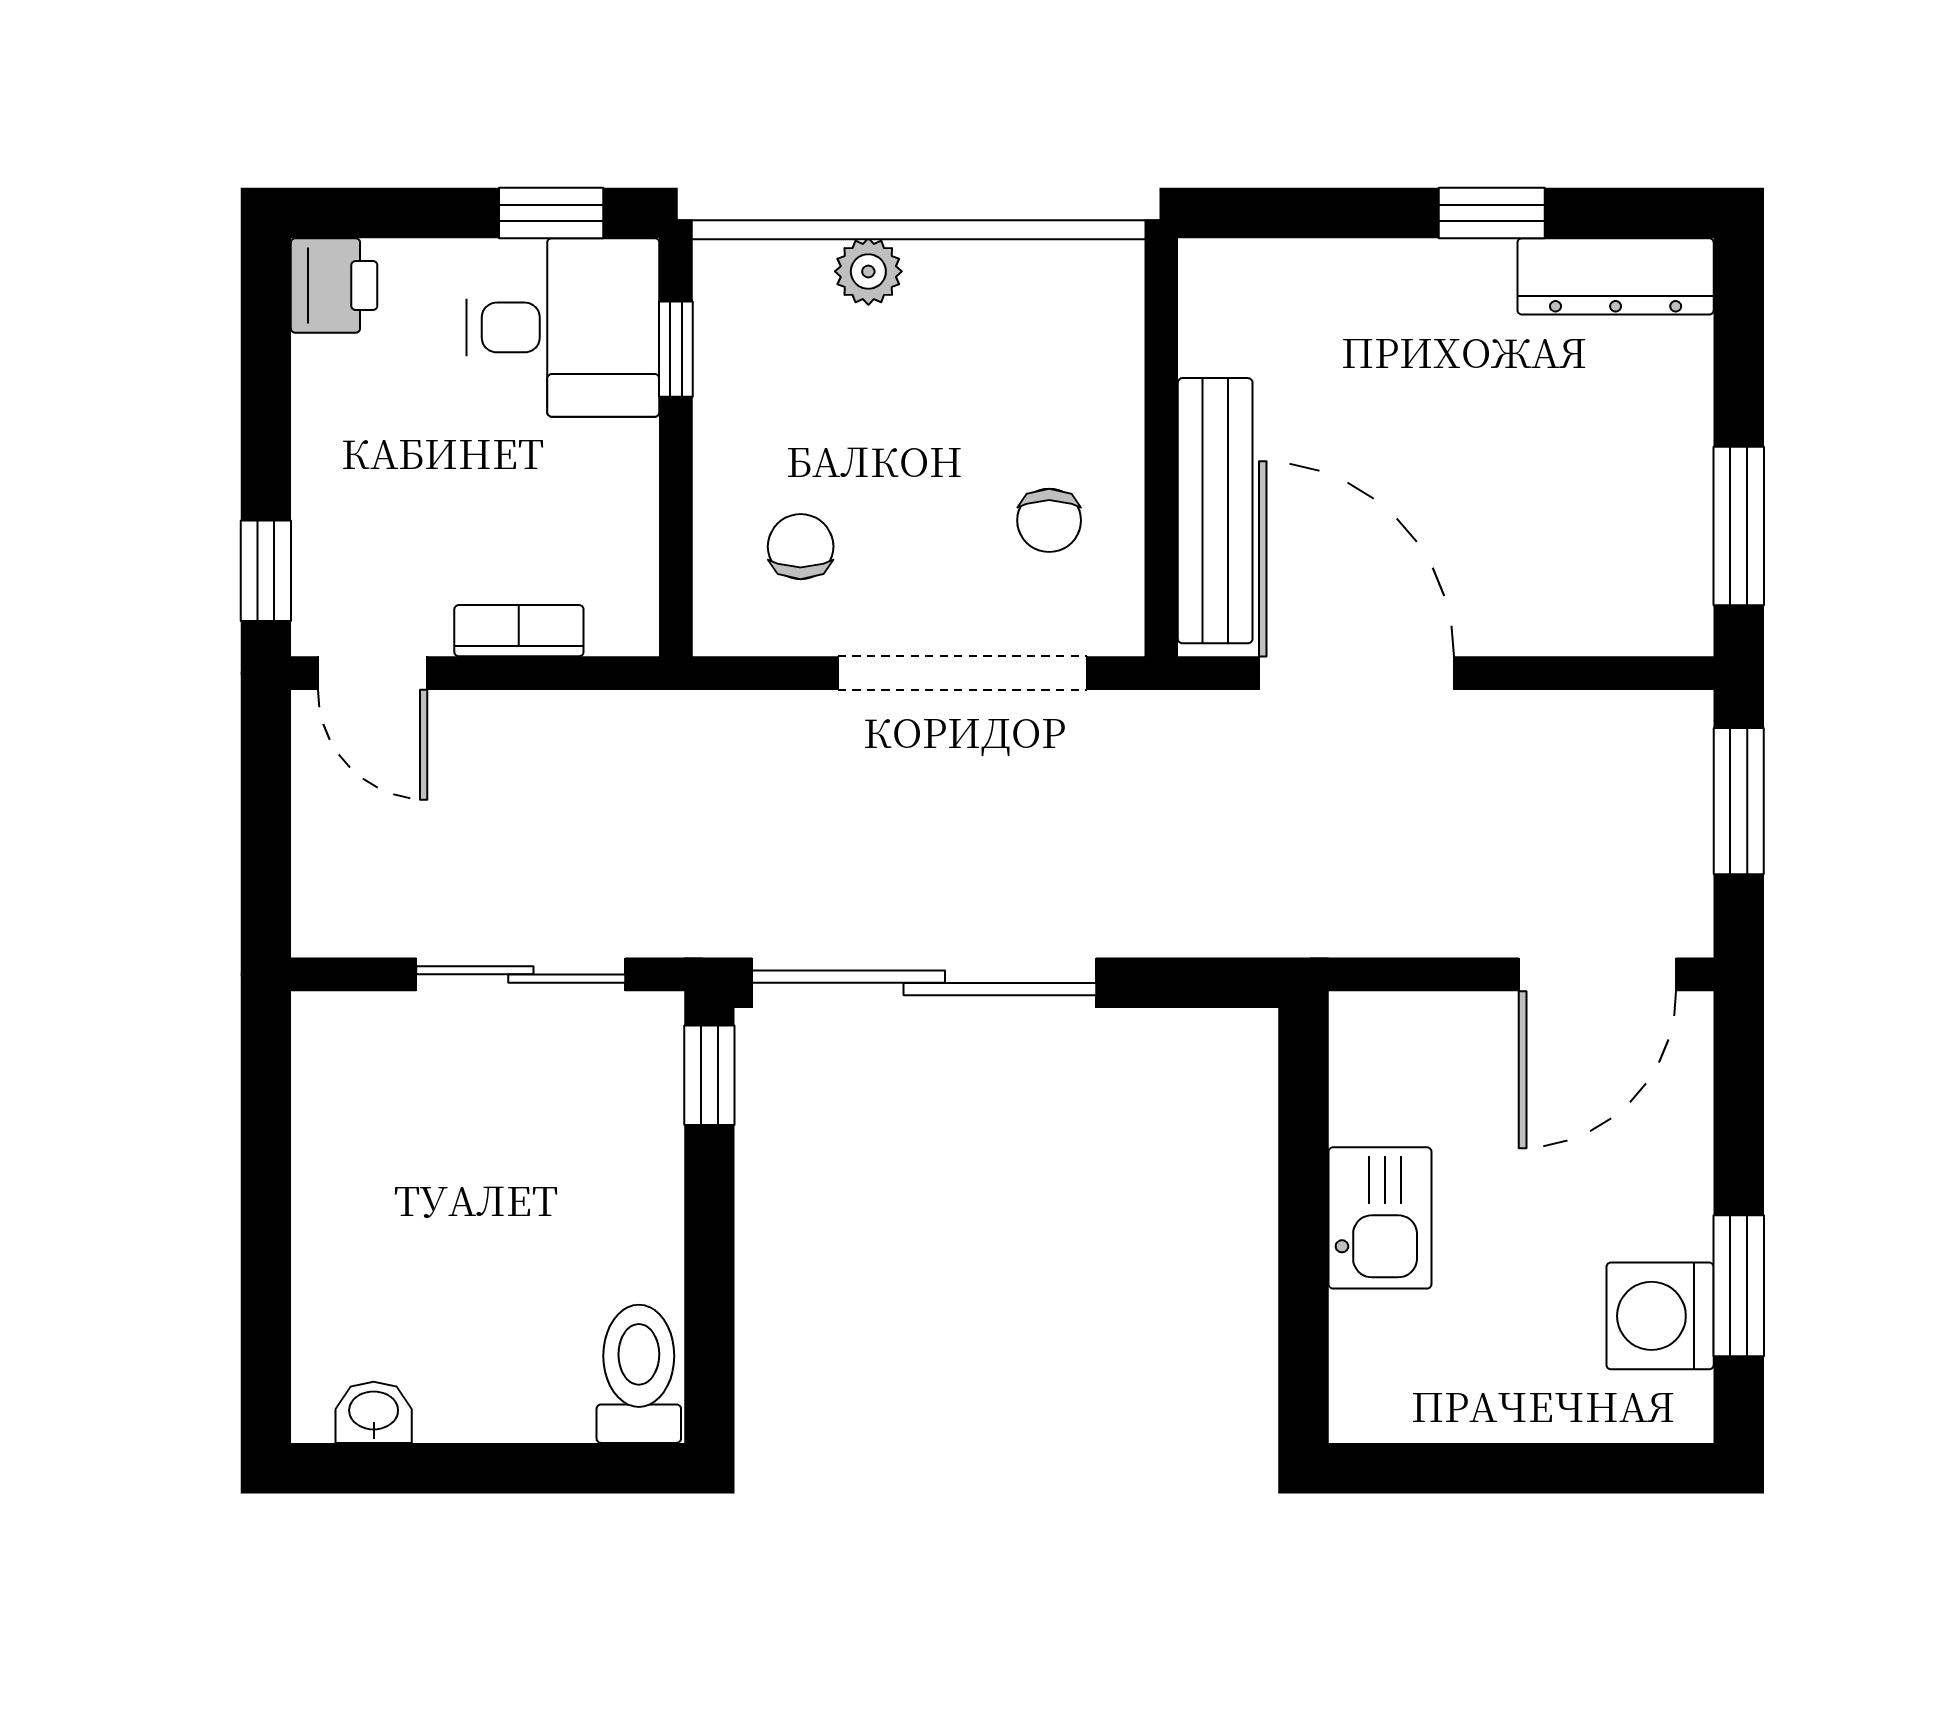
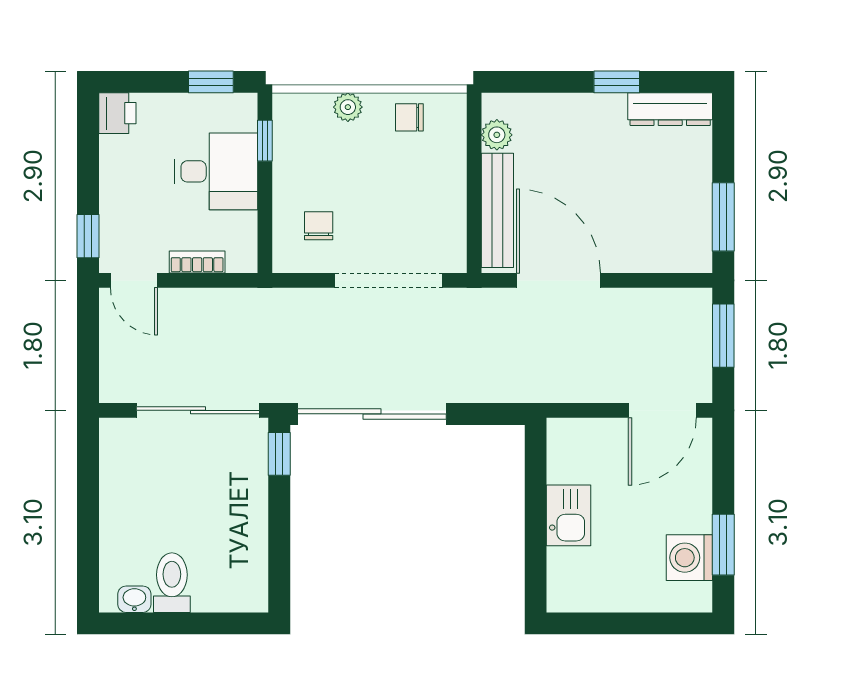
desk: (563, 327) -> (216, 171), moved
plant: (1214, 336) -> (497, 135), added
chair: (1049, 520) -> (409, 117), moved, turned 90
sliding door: (521, 974) -> (198, 410), width x1.37
toilet: (639, 1374) -> (172, 583), moved

